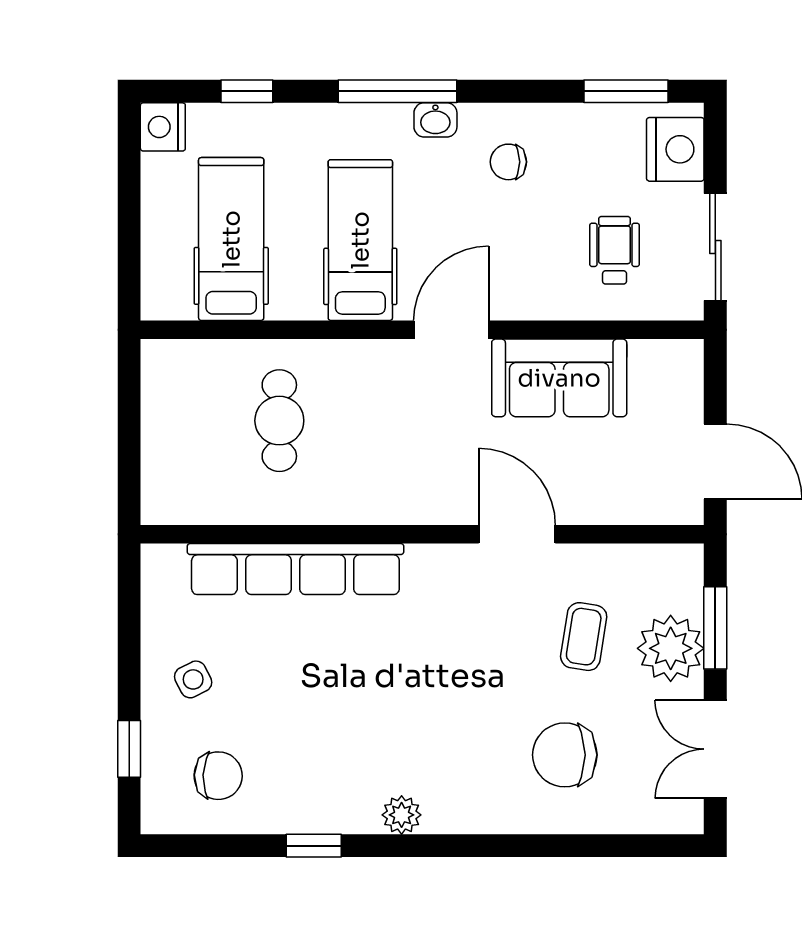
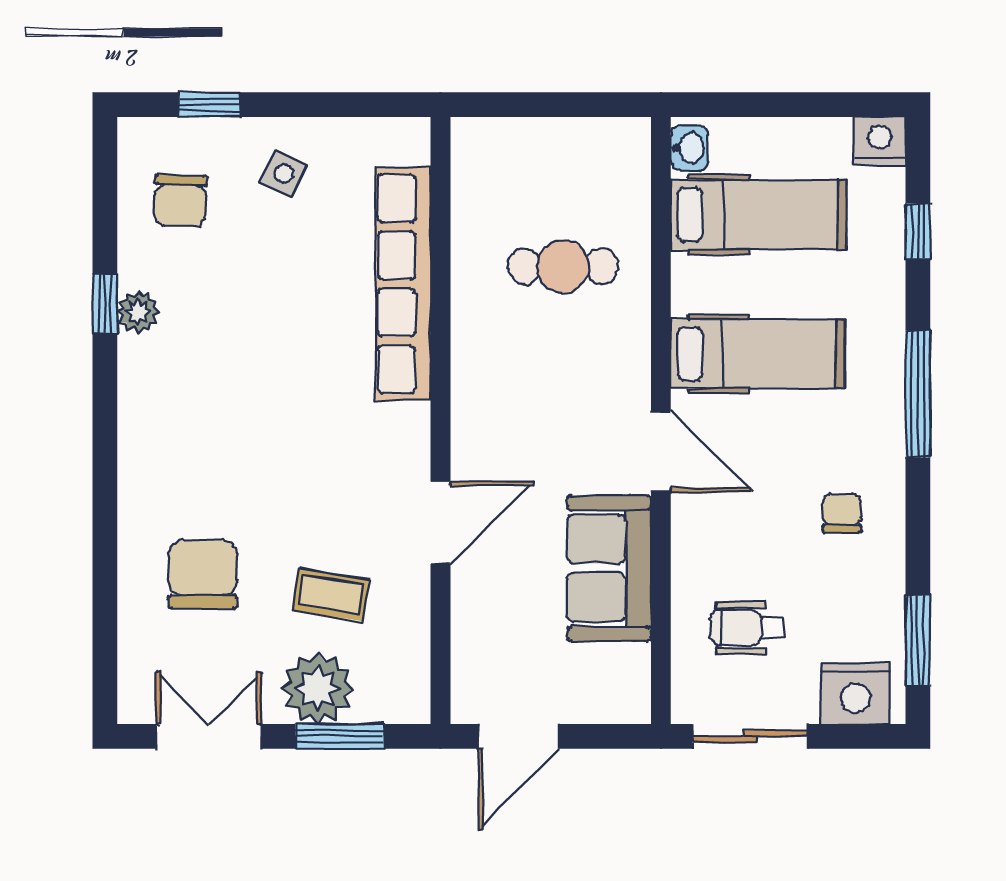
washbasin: (435, 120) -> (689, 148), moved, turned 180
wheelchair: (615, 250) -> (747, 628), turned 180
side table: (193, 679) -> (284, 174), turned -38
plant: (402, 815) -> (138, 312), moved

